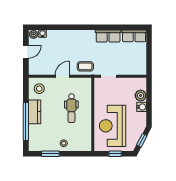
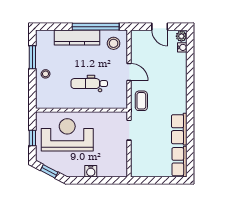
plant: (141, 95) -> (105, 170), removed
kitchen counter: (35, 112) -> (77, 38), width x1.50
window: (26, 122) -> (96, 27), moved

